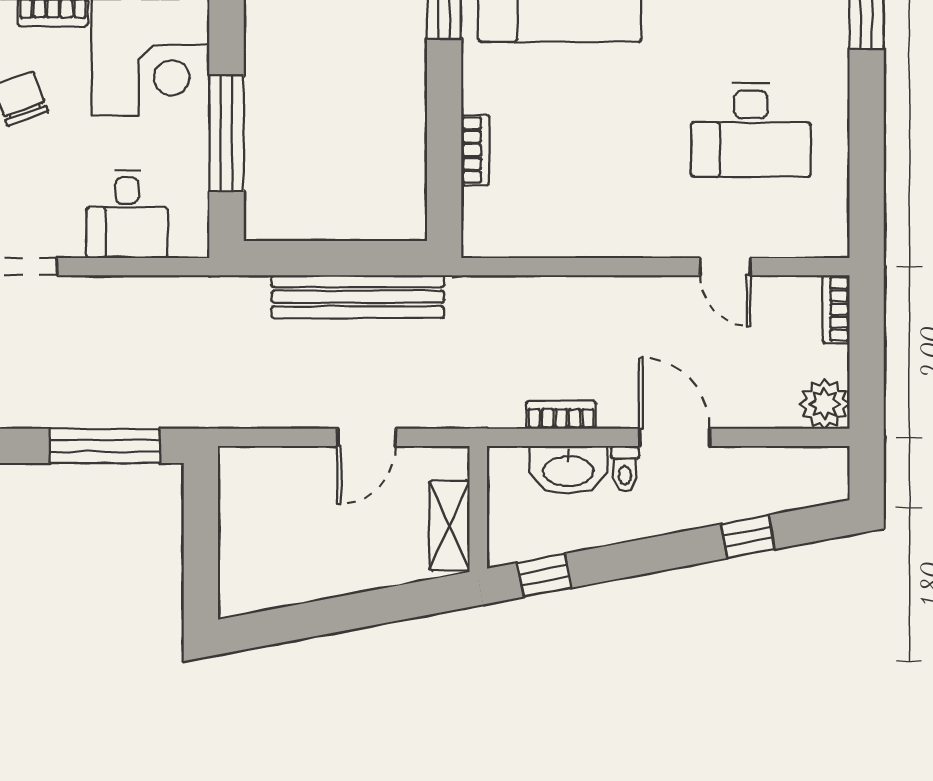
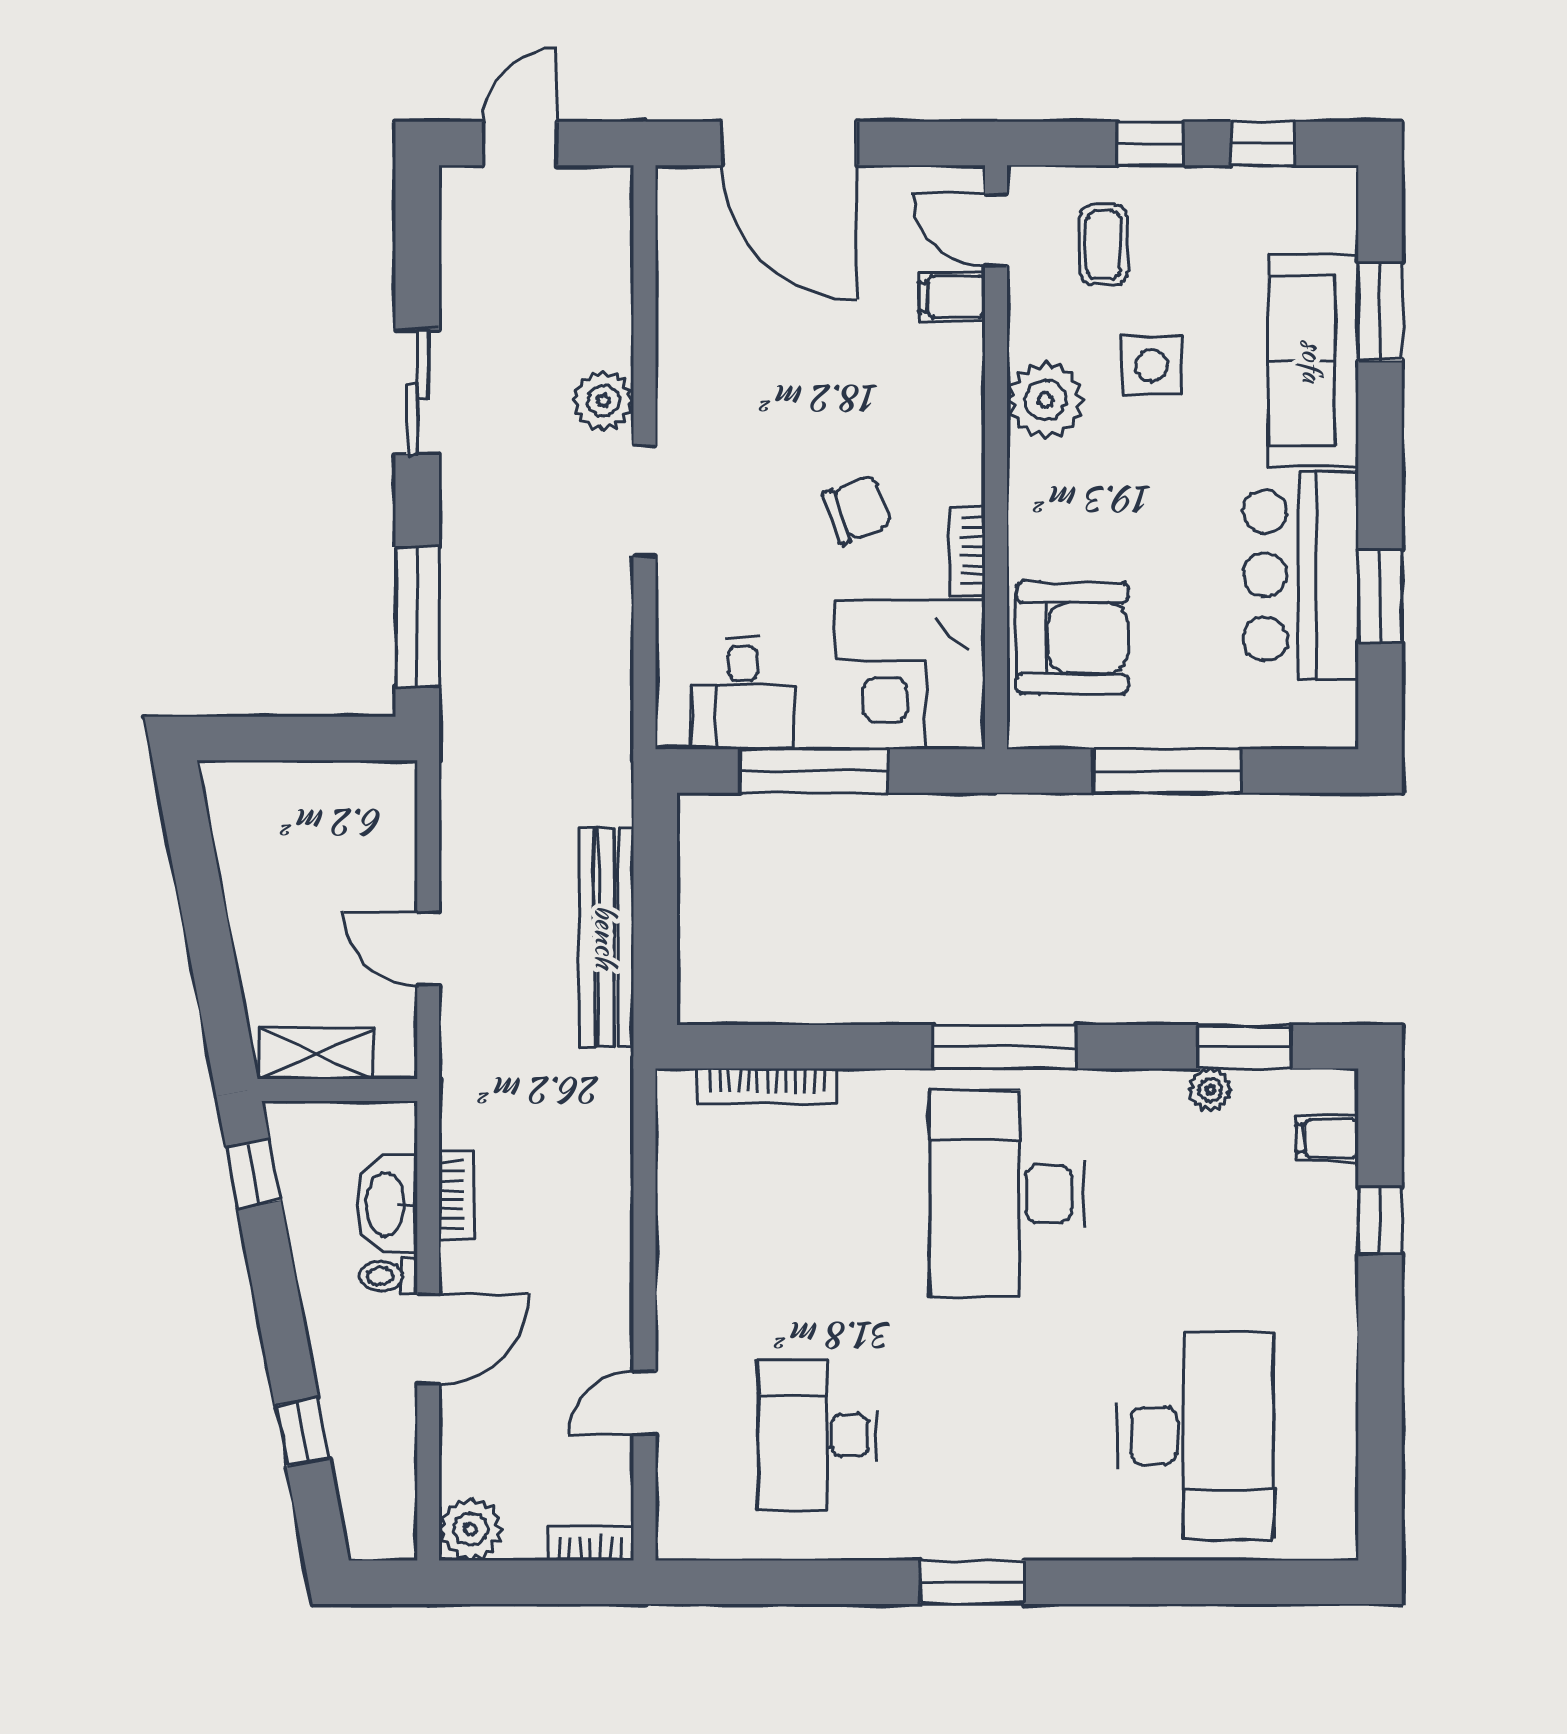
bookcase: (475, 150) -> (767, 1086), width x1.56
desk: (127, 214) -> (743, 694), moved, turned -90

